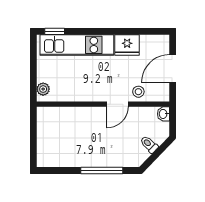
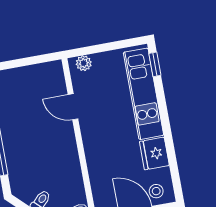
stool: (138, 92) -> (156, 191), moved
door: (118, 104) -> (73, 107), moved

